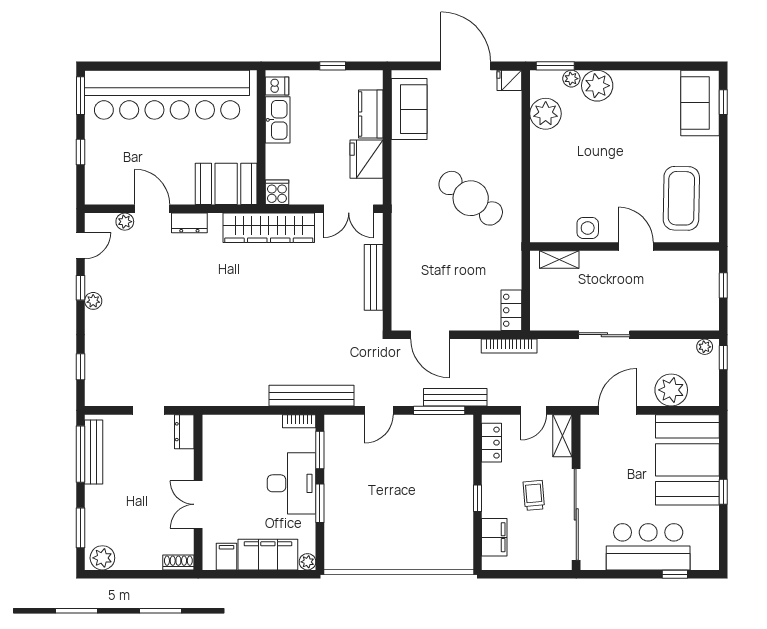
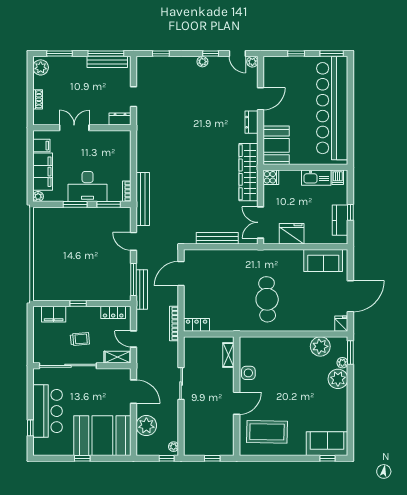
kitchen counter: (371, 114) -> (340, 220), moved, turned -90
cafe table: (471, 198) -> (267, 299), turned -39
plant: (125, 222) -> (252, 62), moved
shoe rack: (178, 562) -> (38, 99), moved

